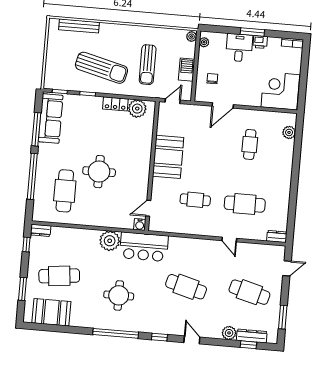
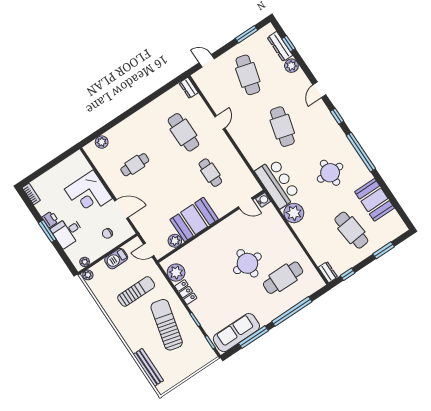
corner desk: (280, 91) -> (88, 194), moved
plant: (163, 128) -> (175, 241), added
booth: (51, 312) -> (375, 200), moved

